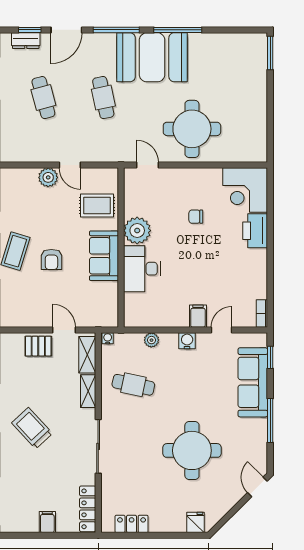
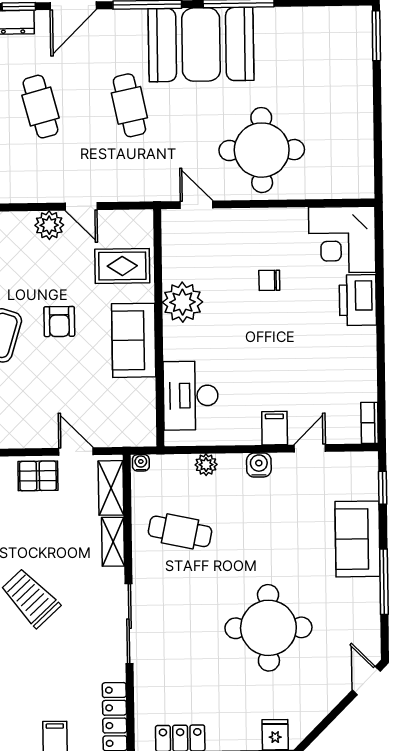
armchair: (51, 259) -> (59, 322), moved
desk: (142, 269) -> (191, 396), moved
sofa: (253, 382) -> (358, 539), width x0.73

